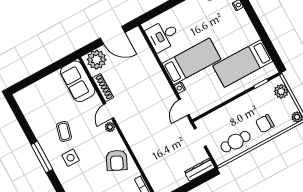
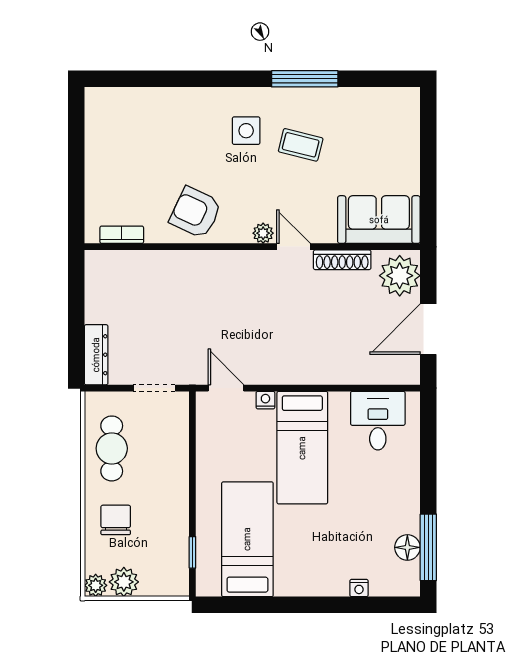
plant: (281, 91) -> (124, 582), moved
window: (42, 157) -> (305, 79), moved

